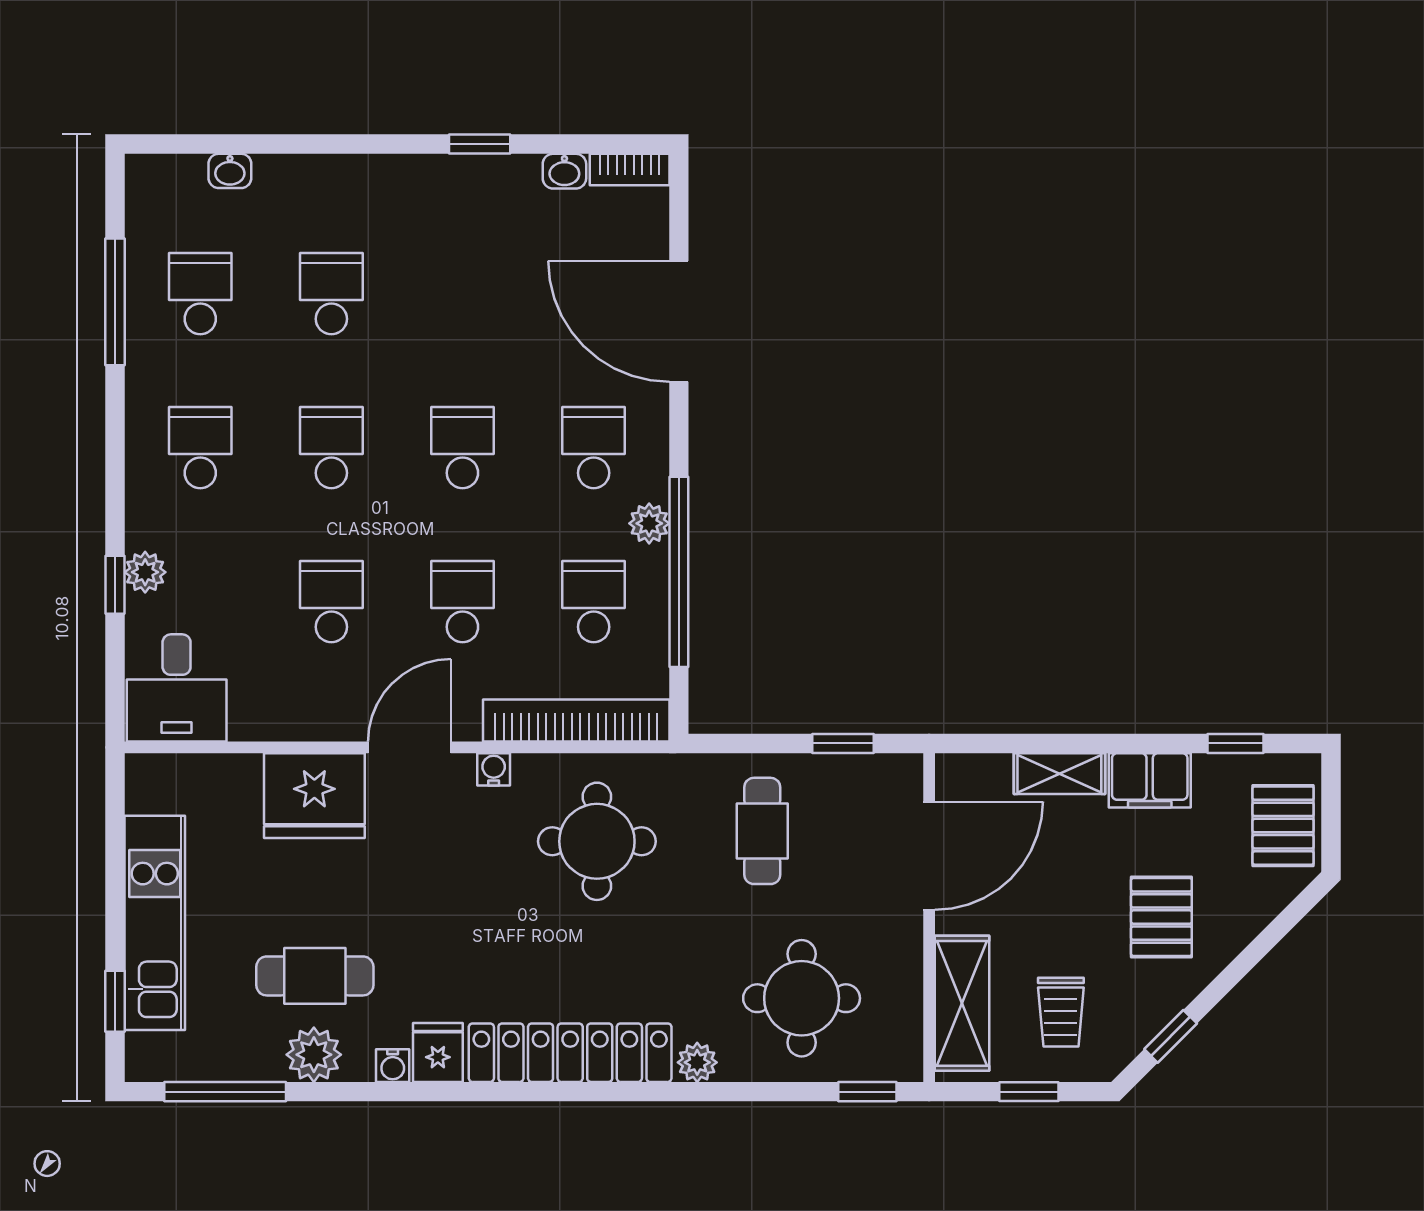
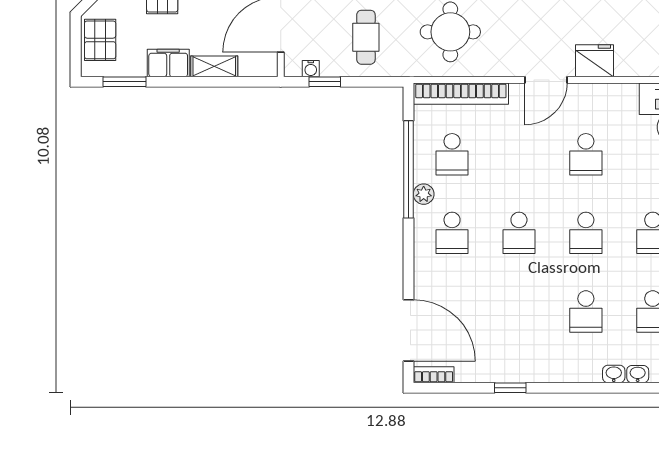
washbasin: (564, 171) -> (614, 374), moved
door: (679, 321) -> (408, 330), moved
school desk: (462, 602) -> (519, 154), removed
window: (1235, 743) -> (124, 82), width x1.50
water cooler: (494, 769) -> (311, 69), moved
fridge: (314, 796) -> (595, 61), width x0.73, depth x0.75

